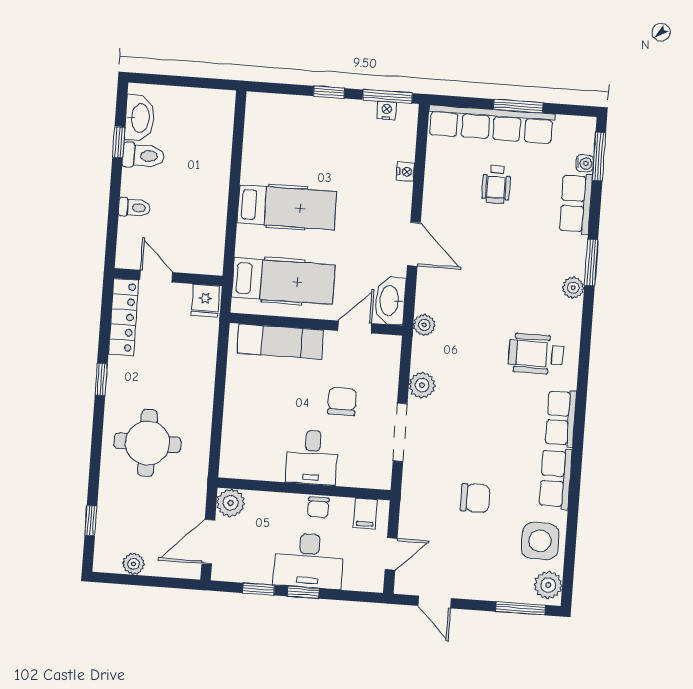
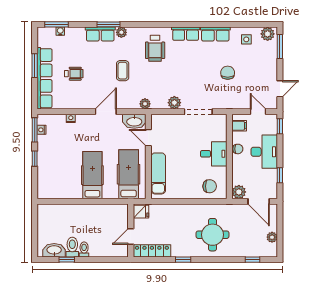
row of seats: (576, 204) -> (100, 34), moved
toilet: (135, 208) -> (84, 249), moved
coffee table: (495, 284) -> (123, 71), added
chair: (342, 401) -> (210, 186), moved, turned 180
side table: (540, 541) -> (246, 39), width x0.54, depth x0.54
window: (303, 592) -> (280, 126), moved

